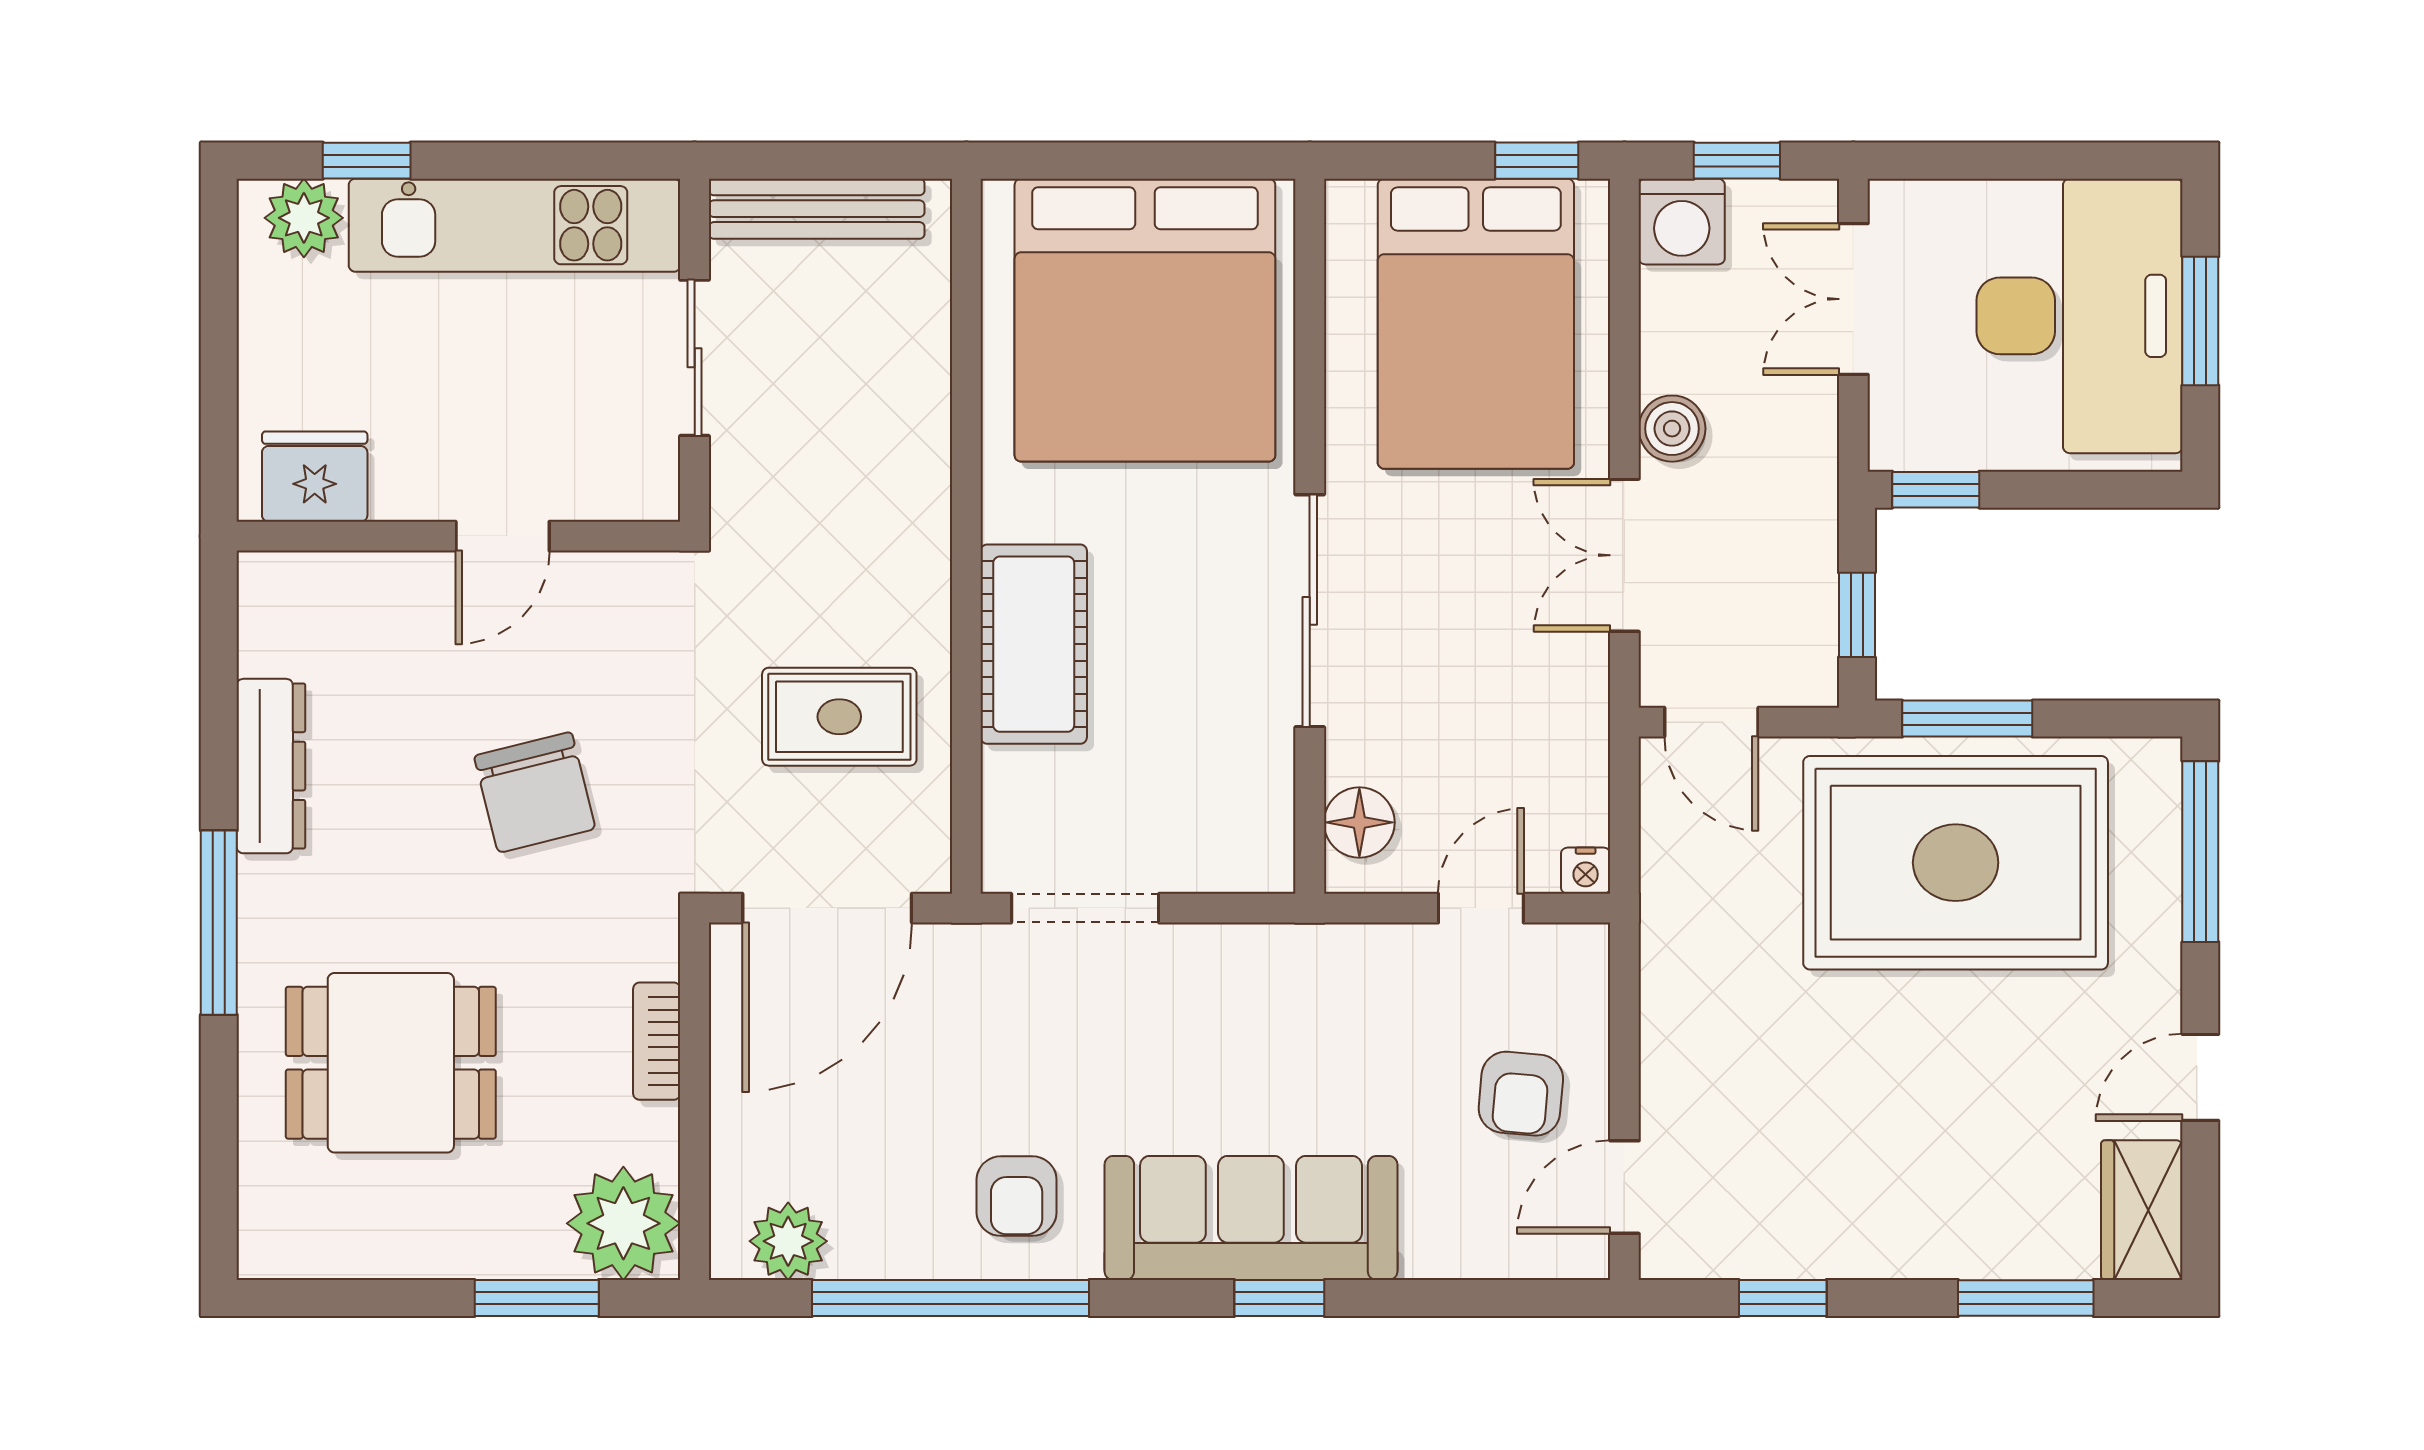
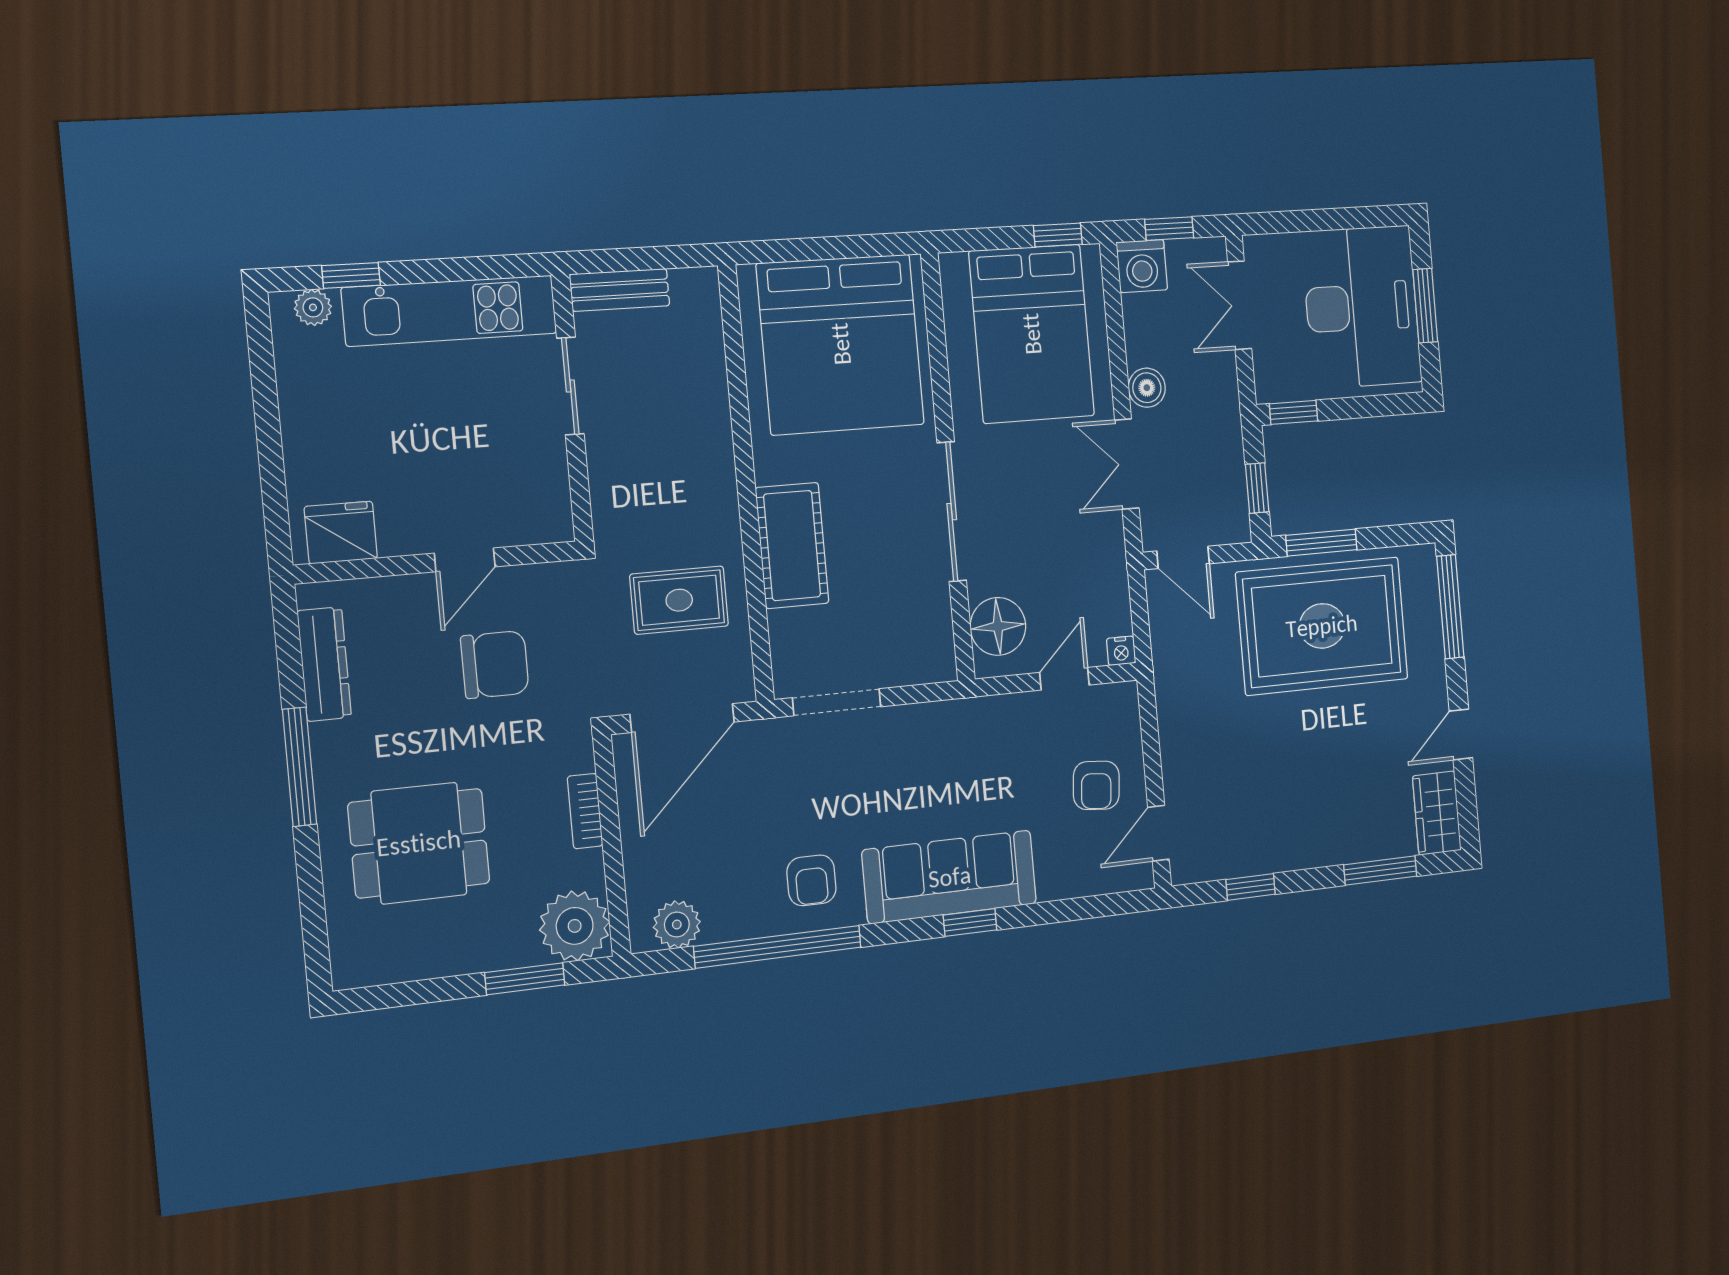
bench: (817, 209) -> (620, 290), width x0.73
plant: (304, 218) -> (313, 307), width x0.73, depth x0.73
fridge: (315, 477) -> (341, 533), moved
wall: (458, 536) -> (437, 562), moved
door: (503, 536) -> (465, 560), moved
chair: (535, 792) -> (495, 665), turned -76
floor lamp: (1359, 822) -> (998, 626), width x1.38, depth x1.38

